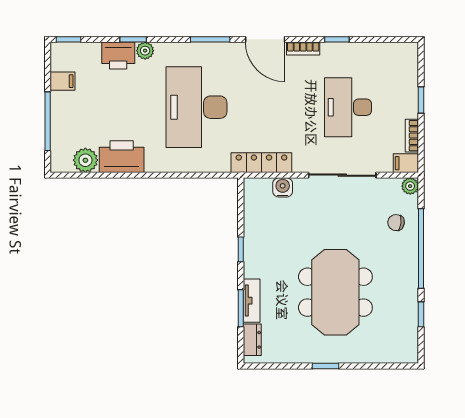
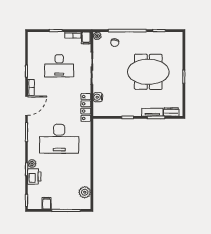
printer: (122, 157) -> (83, 175), removed

